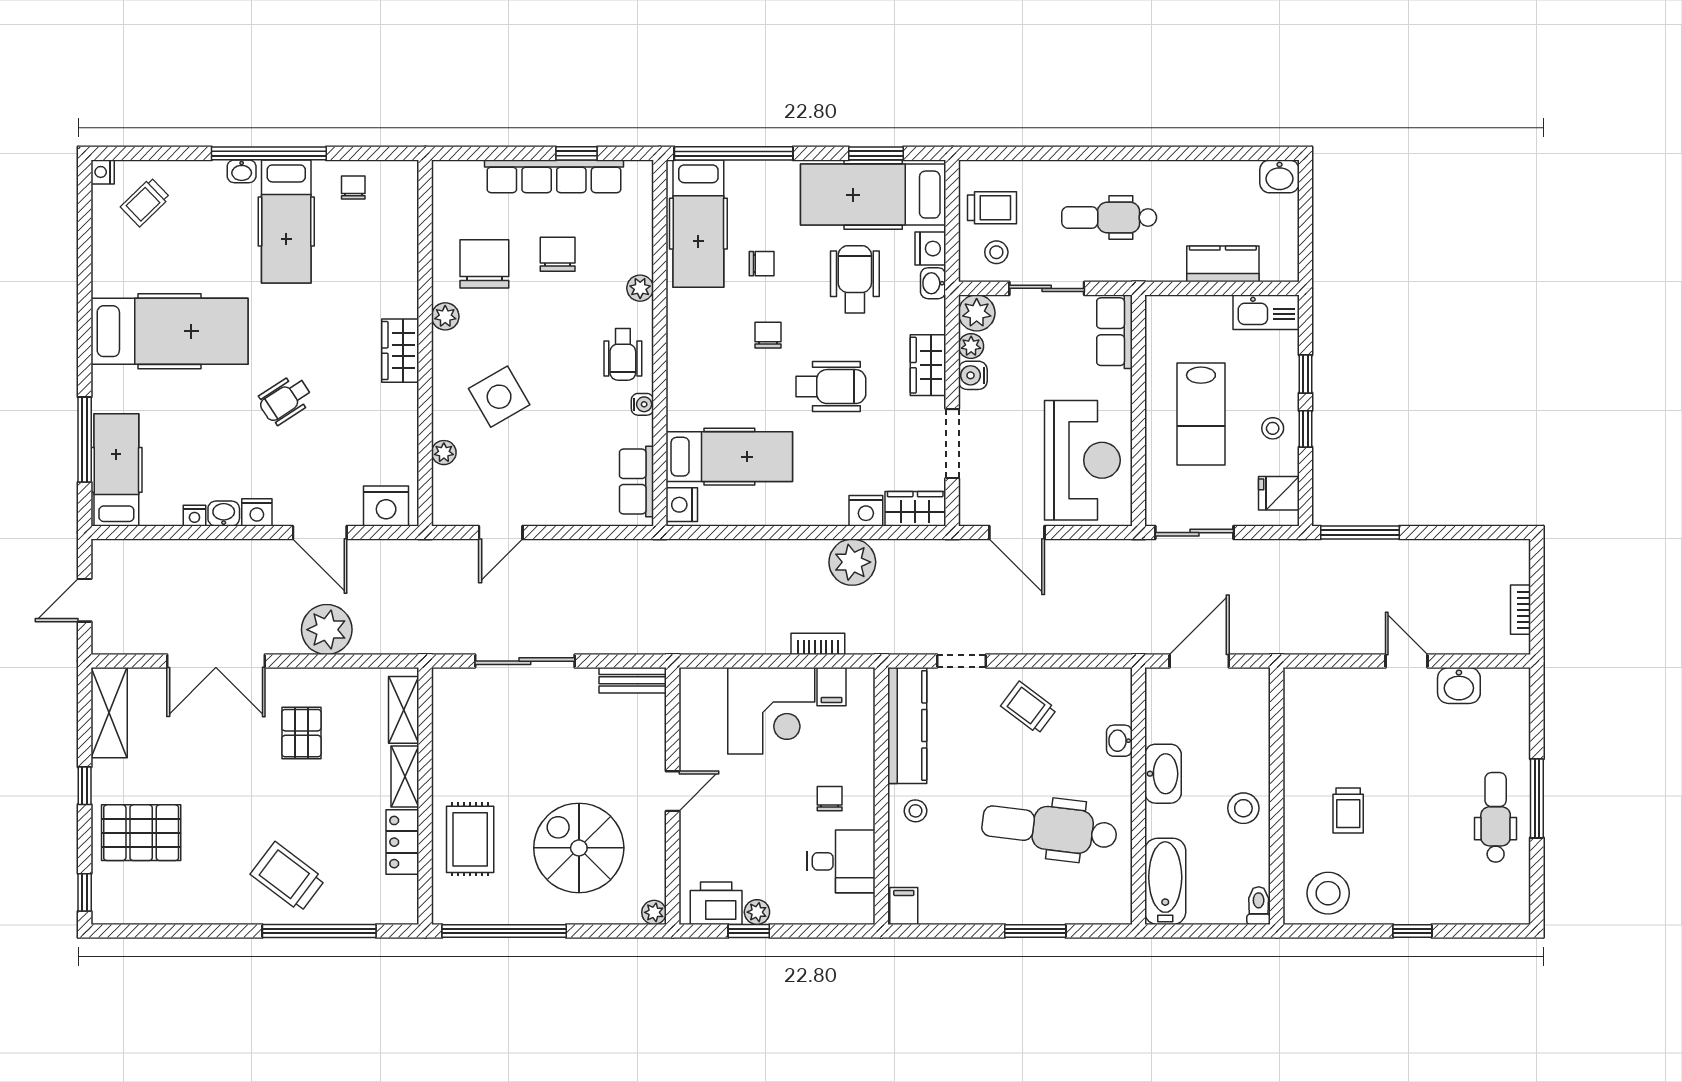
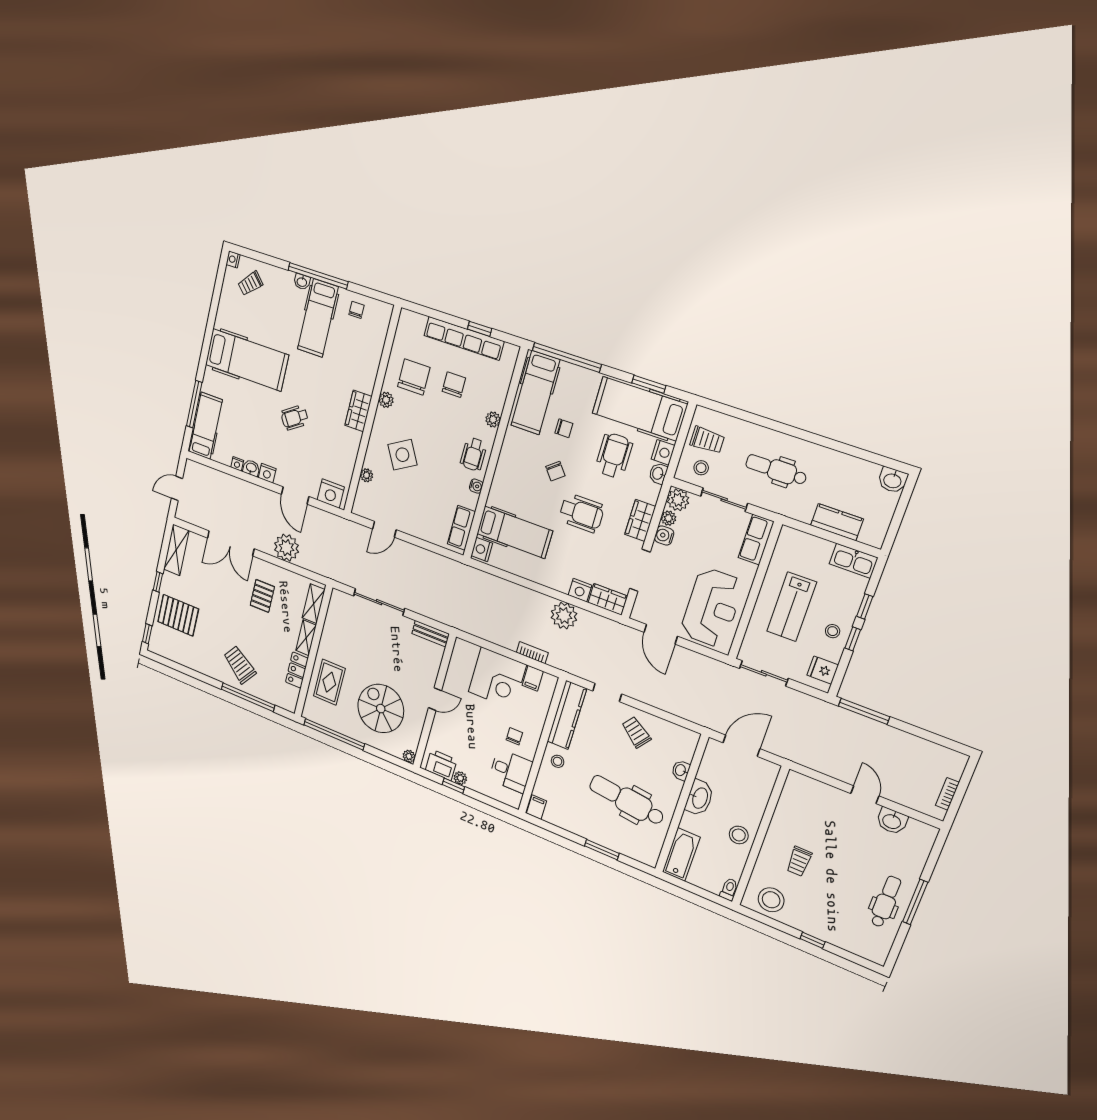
chair: (768, 335) -> (555, 471), turned 142

